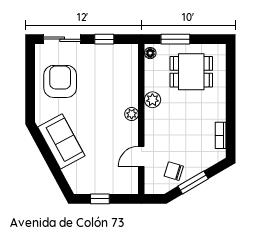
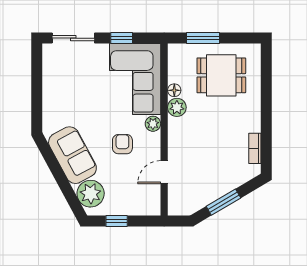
floor lamp: (150, 53) -> (174, 90), moved
corner sofa: (116, 75) -> (135, 79), added
armchair: (60, 81) -> (122, 144), moved, width x0.53, depth x0.53
chair: (174, 171) -> (201, 189), removed
plant: (77, 175) -> (91, 194), added

